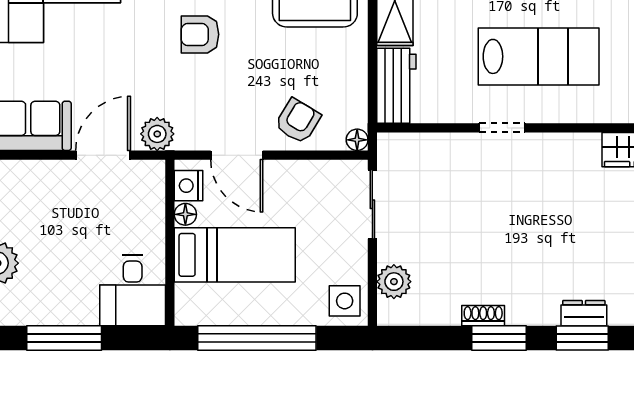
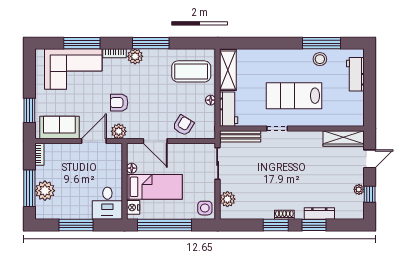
armchair: (200, 34) -> (119, 103), moved
lab bench: (539, 56) -> (294, 96), turned 180
floor lamp: (357, 140) -> (211, 100), moved
bench: (422, 145) -> (240, 136), added
nightstand: (188, 186) -> (133, 207), moved
dresser: (584, 313) -> (319, 214), width x1.44
shoe rack: (483, 316) -> (284, 215), moved

